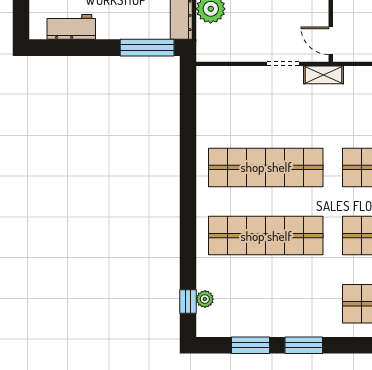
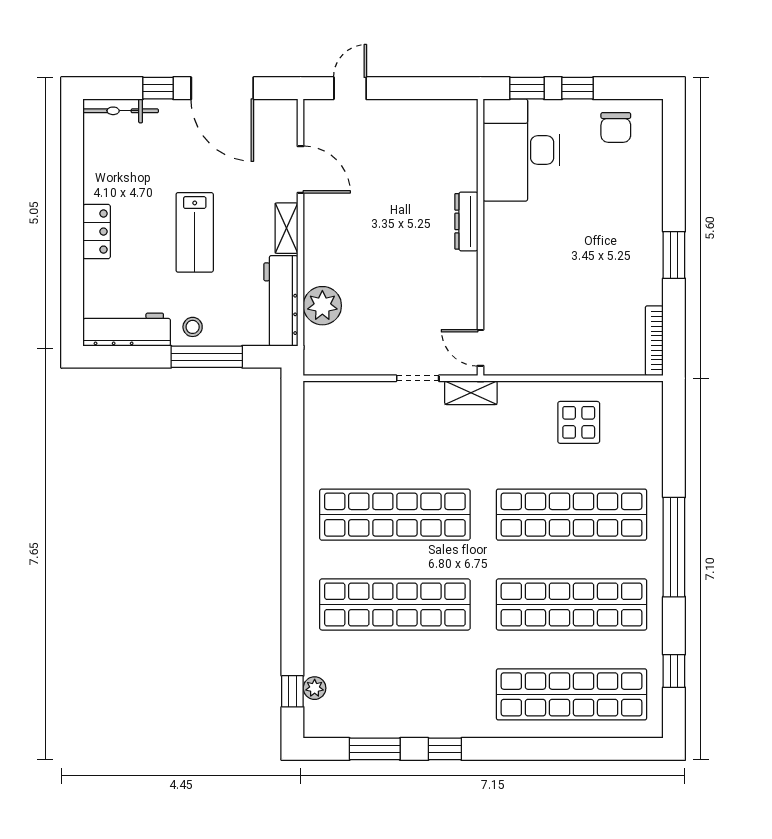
stool: (112, 25) -> (193, 327), added
workbench: (71, 27) -> (127, 330), width x1.38
window: (147, 48) -> (207, 357), moved
window: (304, 345) -> (445, 749), width x0.67

